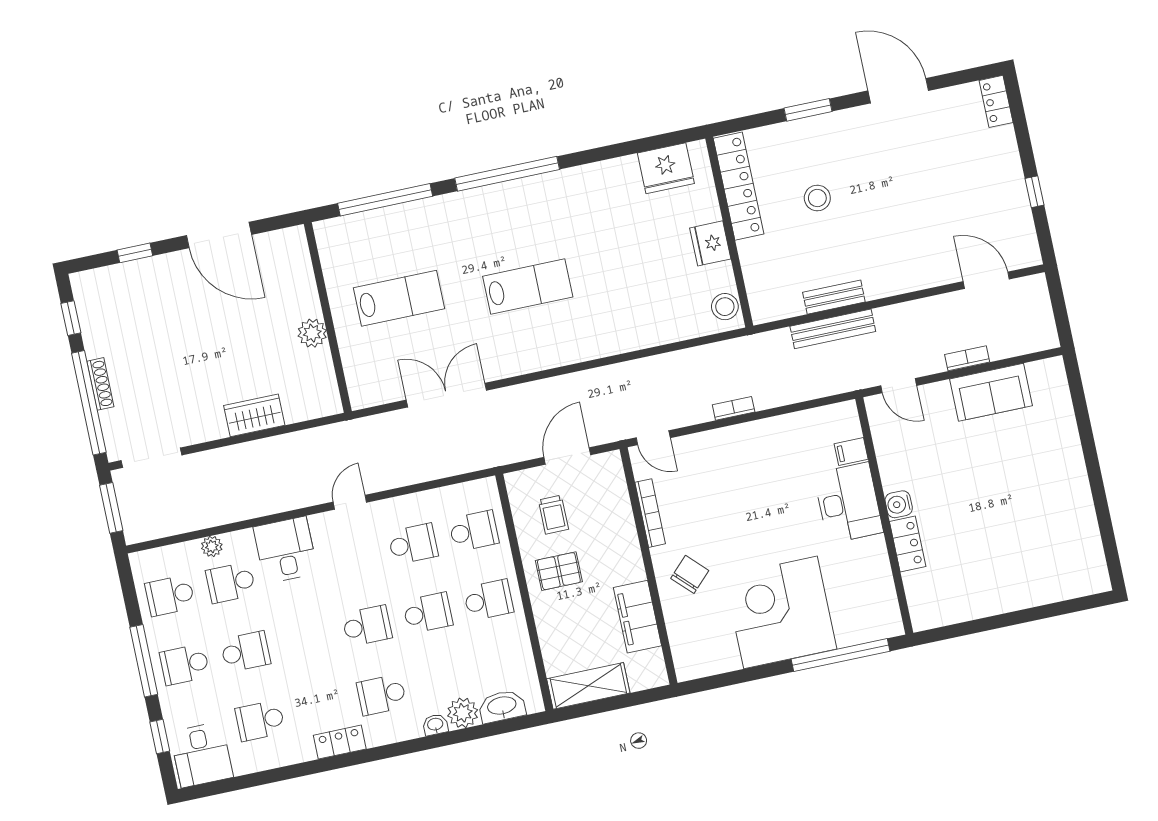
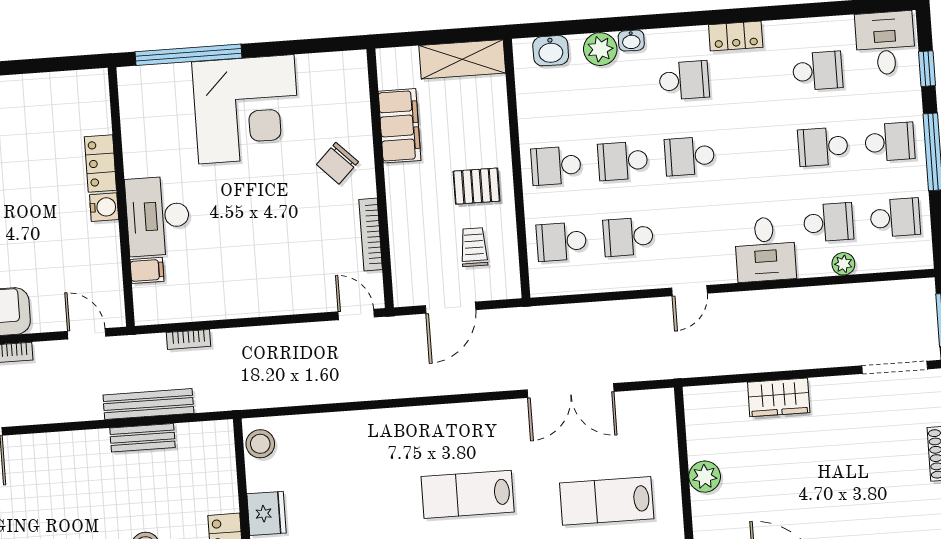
bookcase: (734, 408) -> (189, 339), moved
washbasin: (502, 706) -> (551, 51), width x0.72

